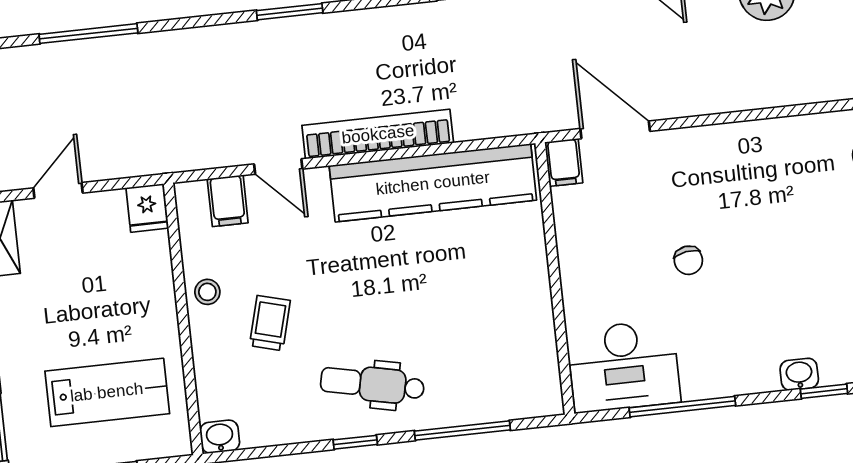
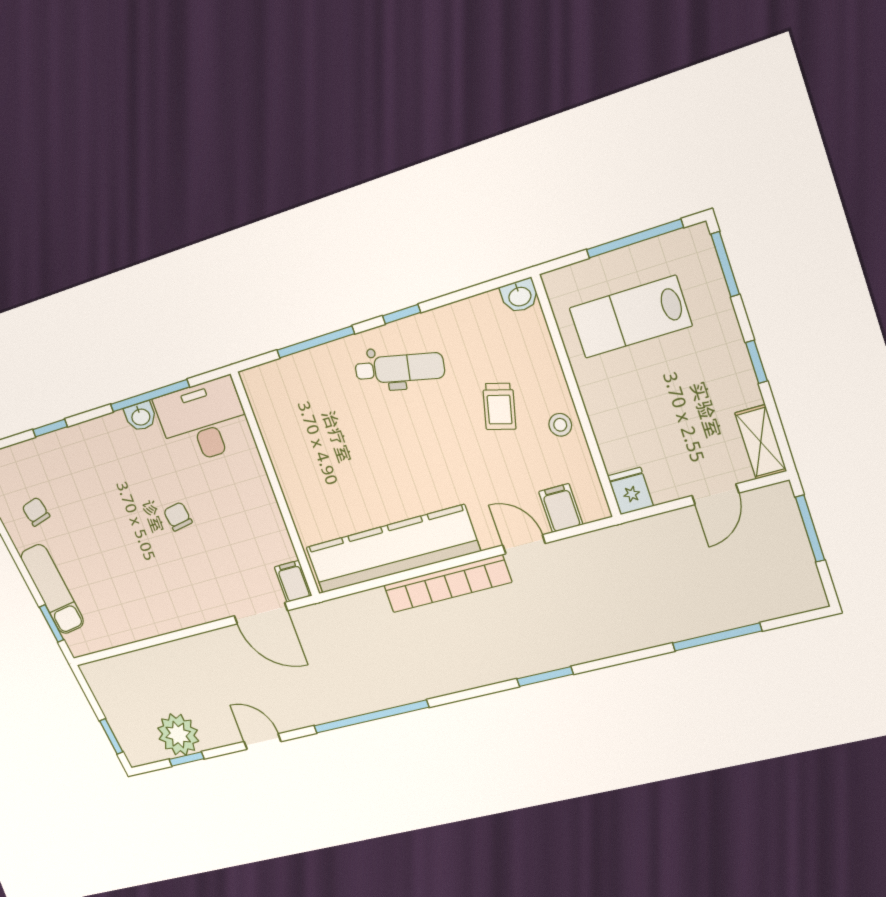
washbasin: (799, 374) -> (141, 416), moved

